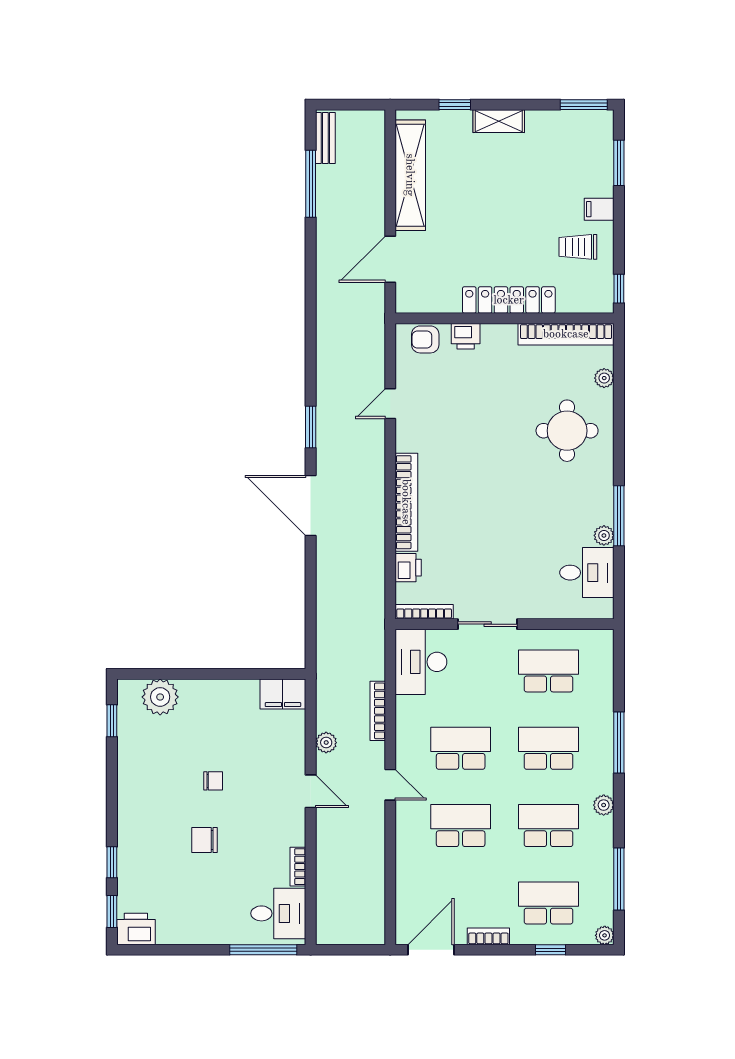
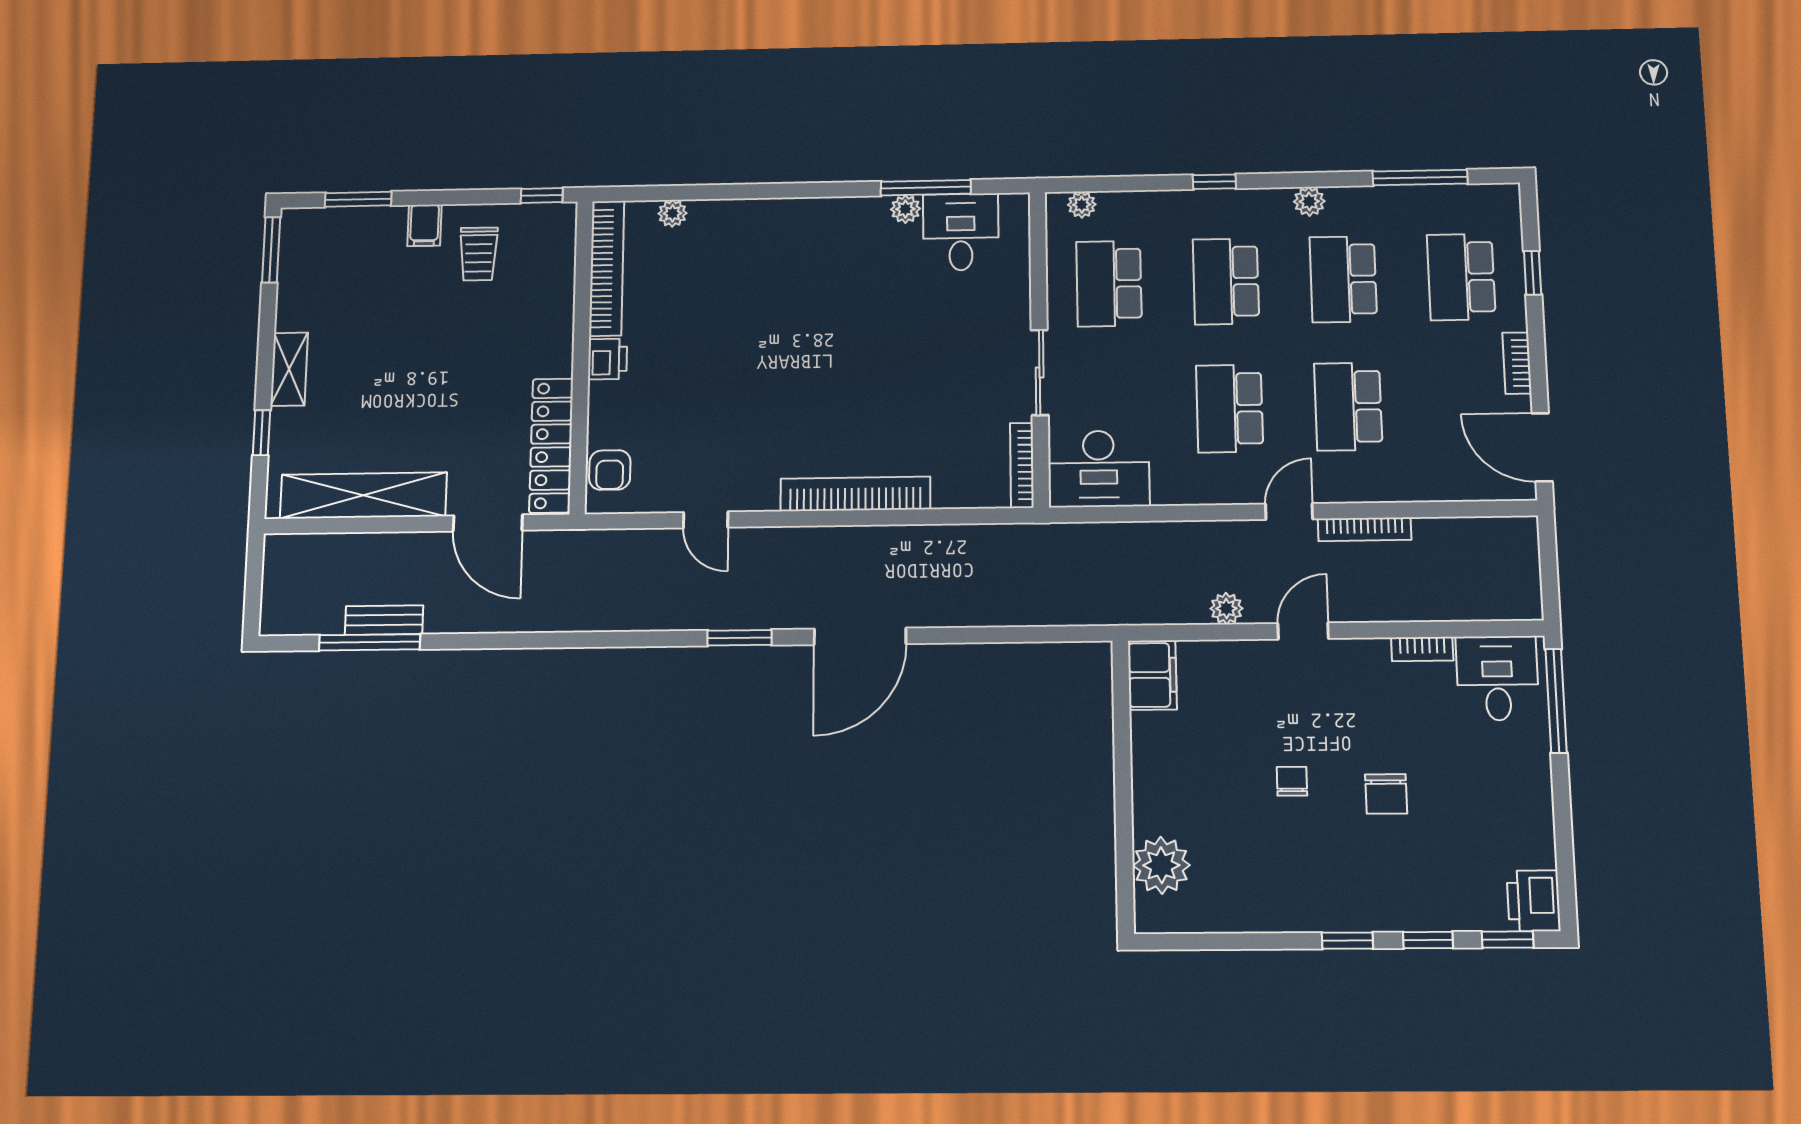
bench: (325, 138) -> (384, 620), moved
locker: (509, 300) -> (551, 446), moved
printer: (466, 336) -> (608, 359), moved
round table: (567, 431) -> (750, 264), removed
window: (619, 516) -> (926, 188), moved
printer: (408, 568) -> (955, 490), removed
bookcase: (378, 711) -> (1364, 529), moved
window: (112, 721) -> (1347, 941), moved
window: (619, 743) -> (1214, 182), width x0.46
plant: (605, 935) -> (1082, 205), moved

